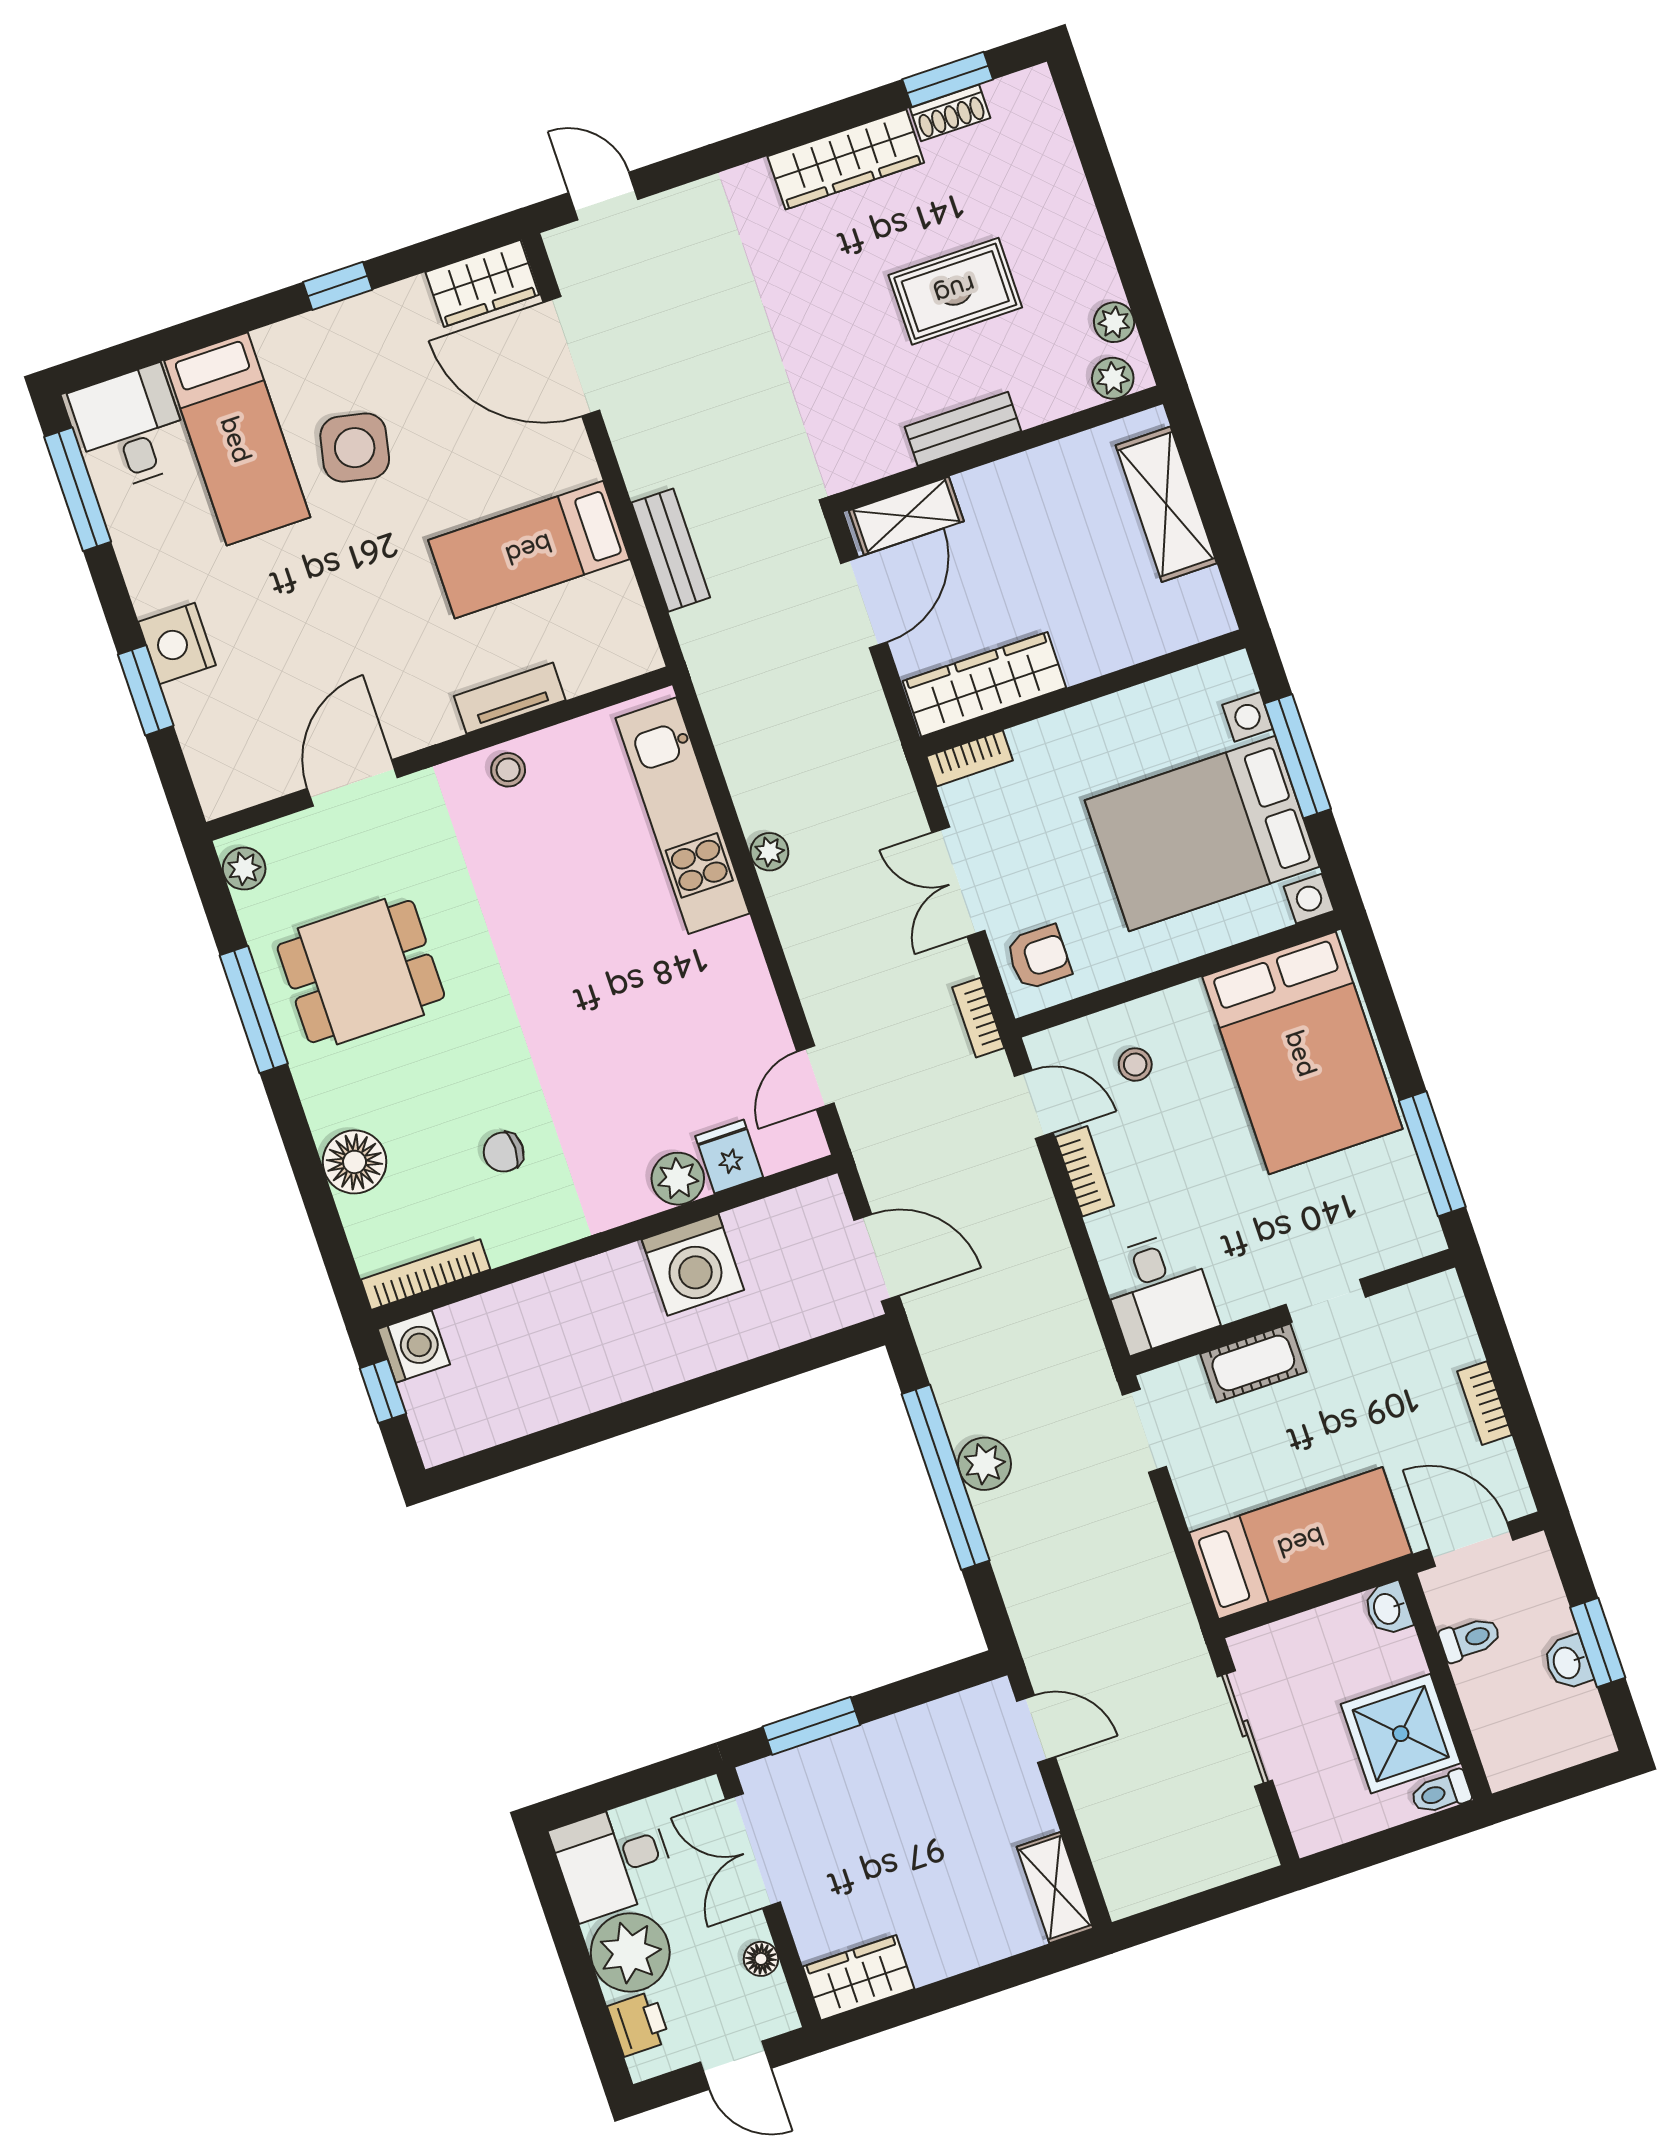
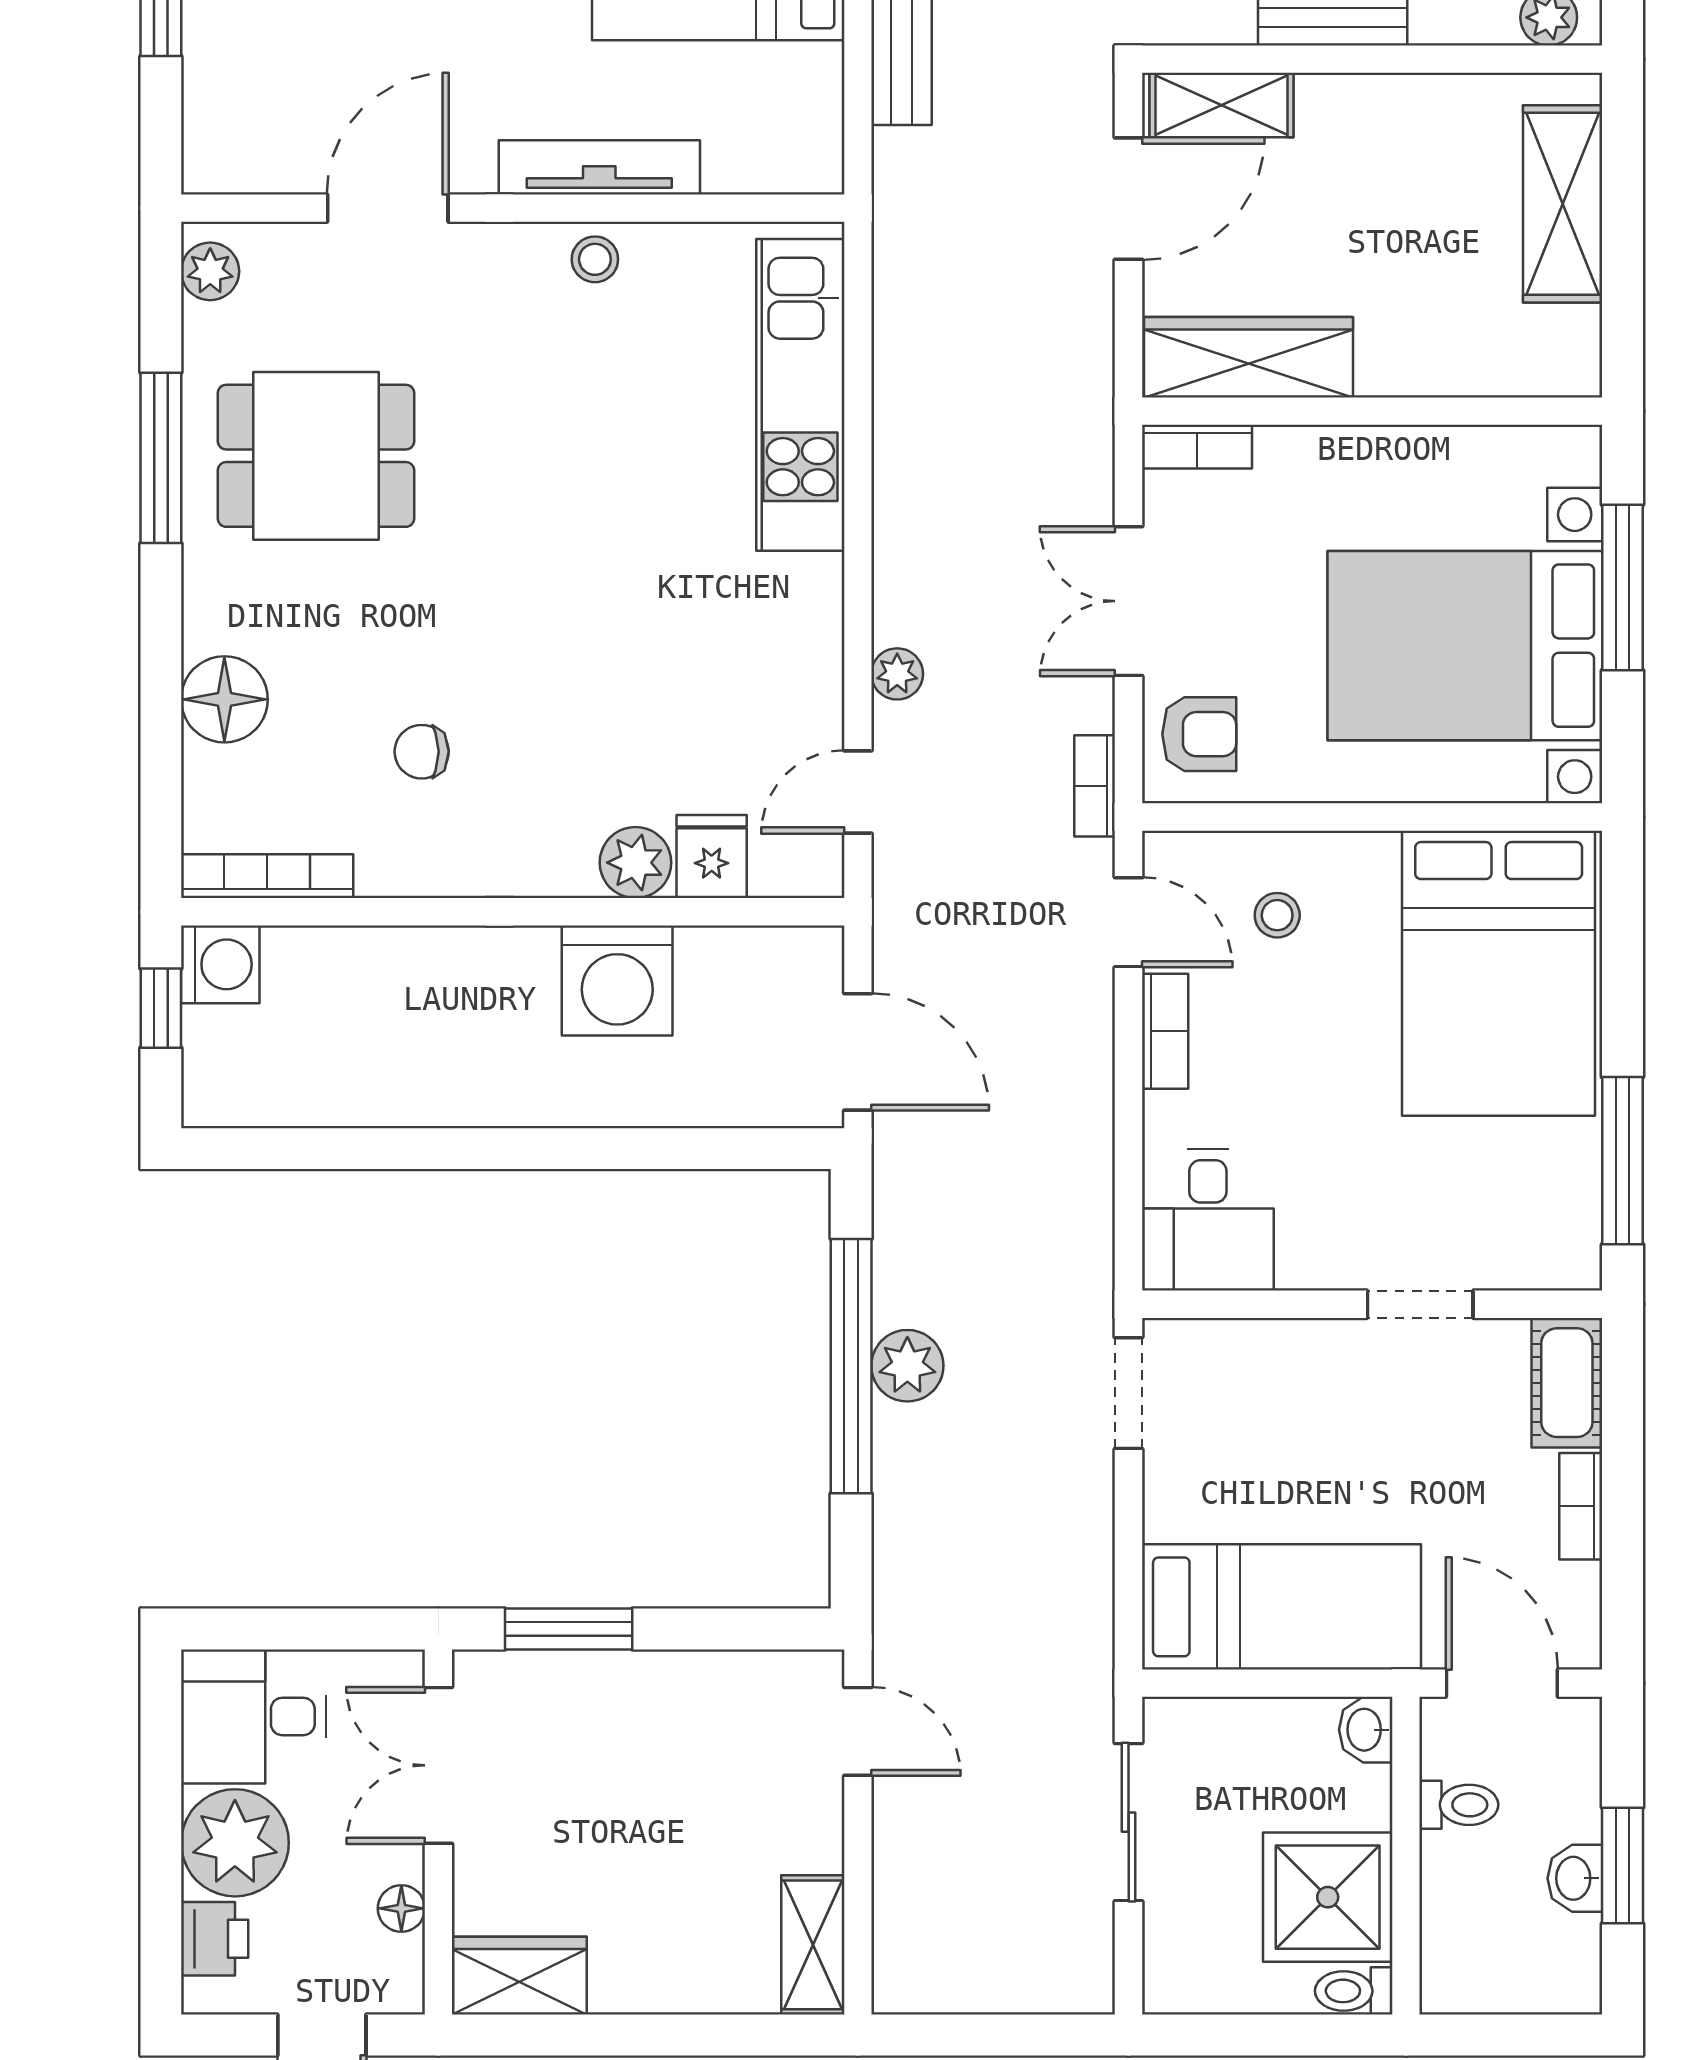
tv unit: (510, 698) -> (599, 167), width x1.41
plant: (769, 852) -> (897, 674), moved
cot: (1253, 1363) -> (1567, 1383), moved, turned 90

